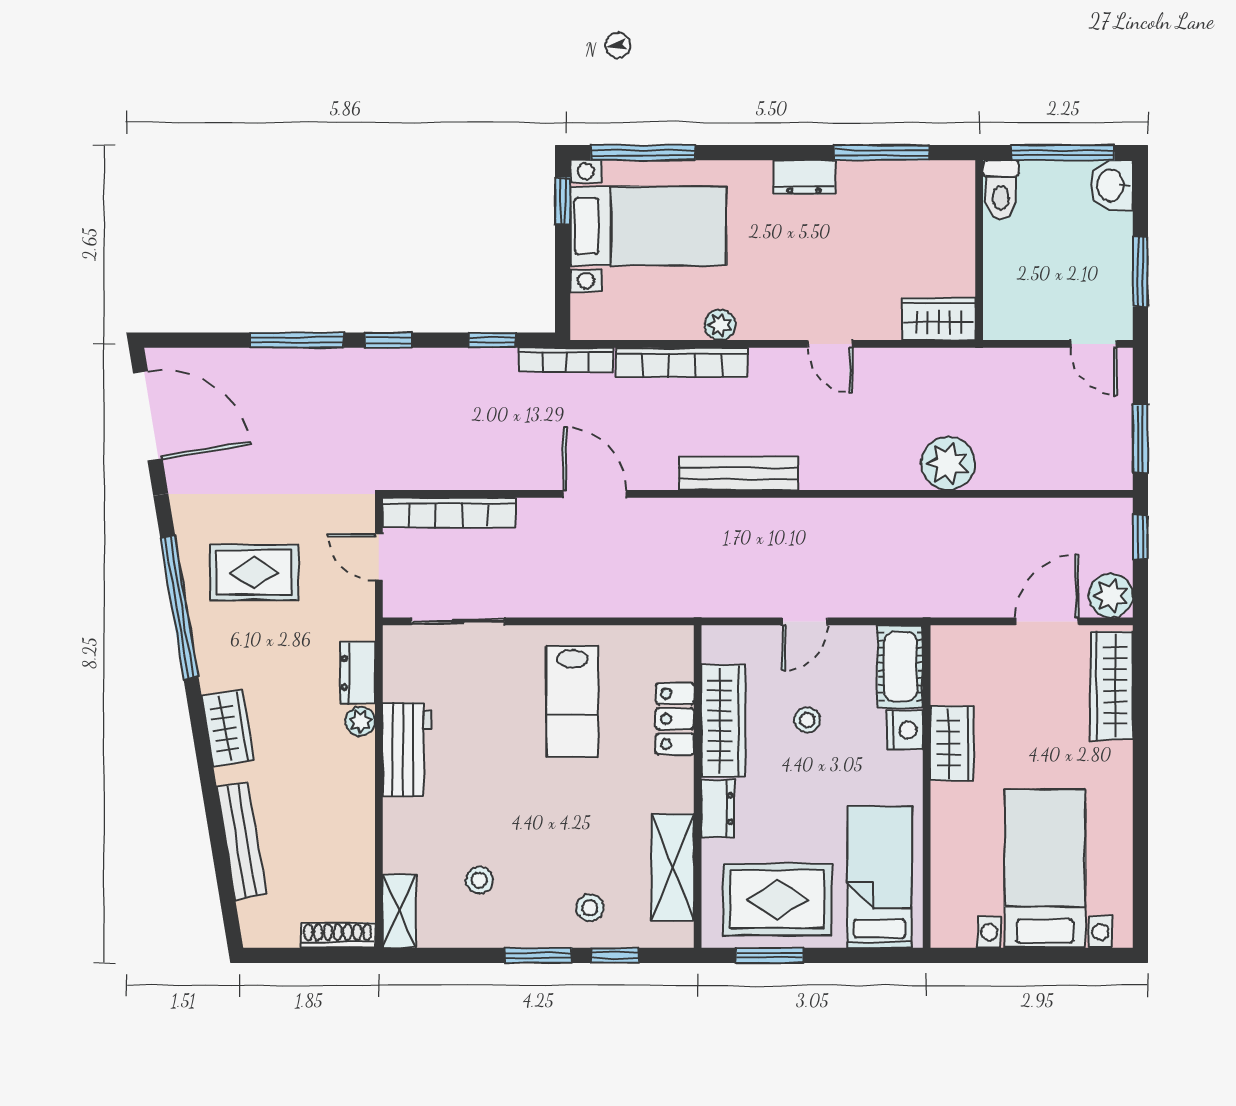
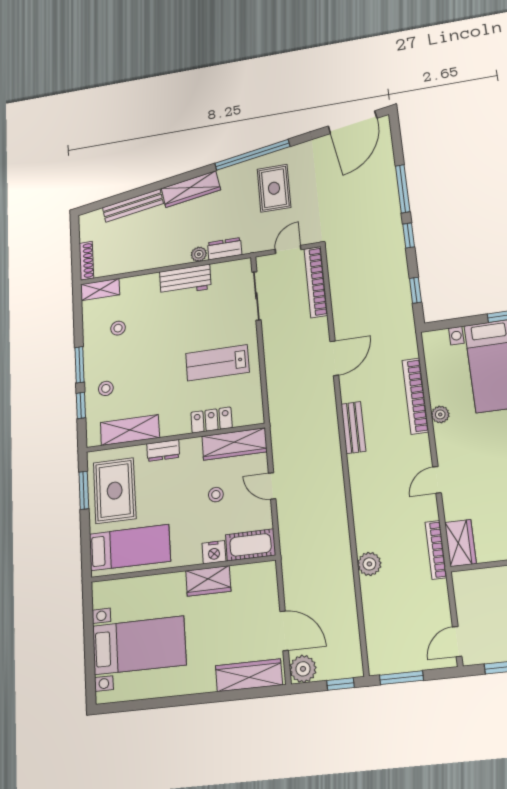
bookcase: (566, 360) -> (436, 550), moved
plant: (948, 463) -> (369, 564), width x0.73, depth x0.73
bench: (738, 473) -> (353, 428), width x0.73
wardrobe: (723, 721) -> (234, 444), moved
wardrobe: (228, 728) -> (191, 189), width x1.50

